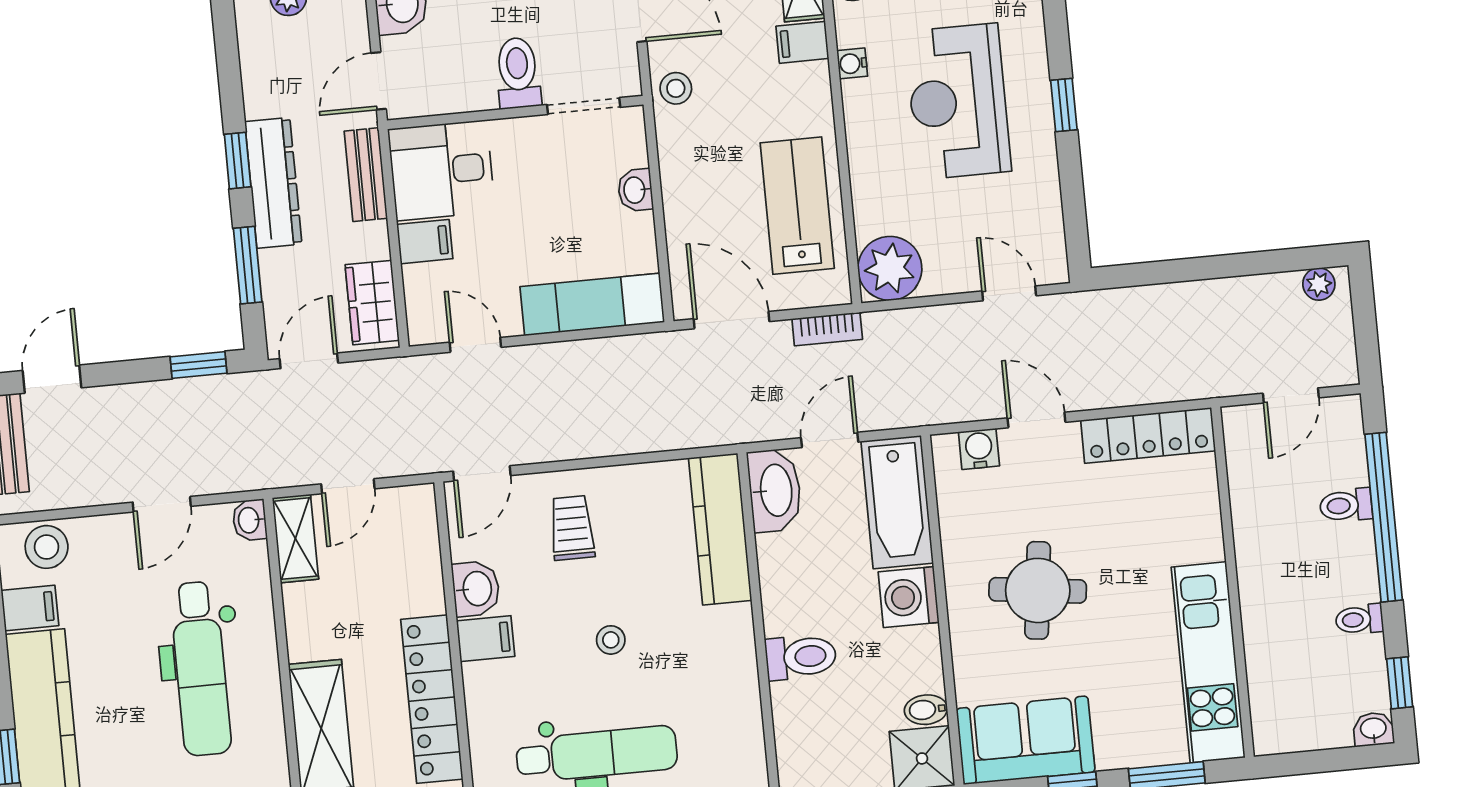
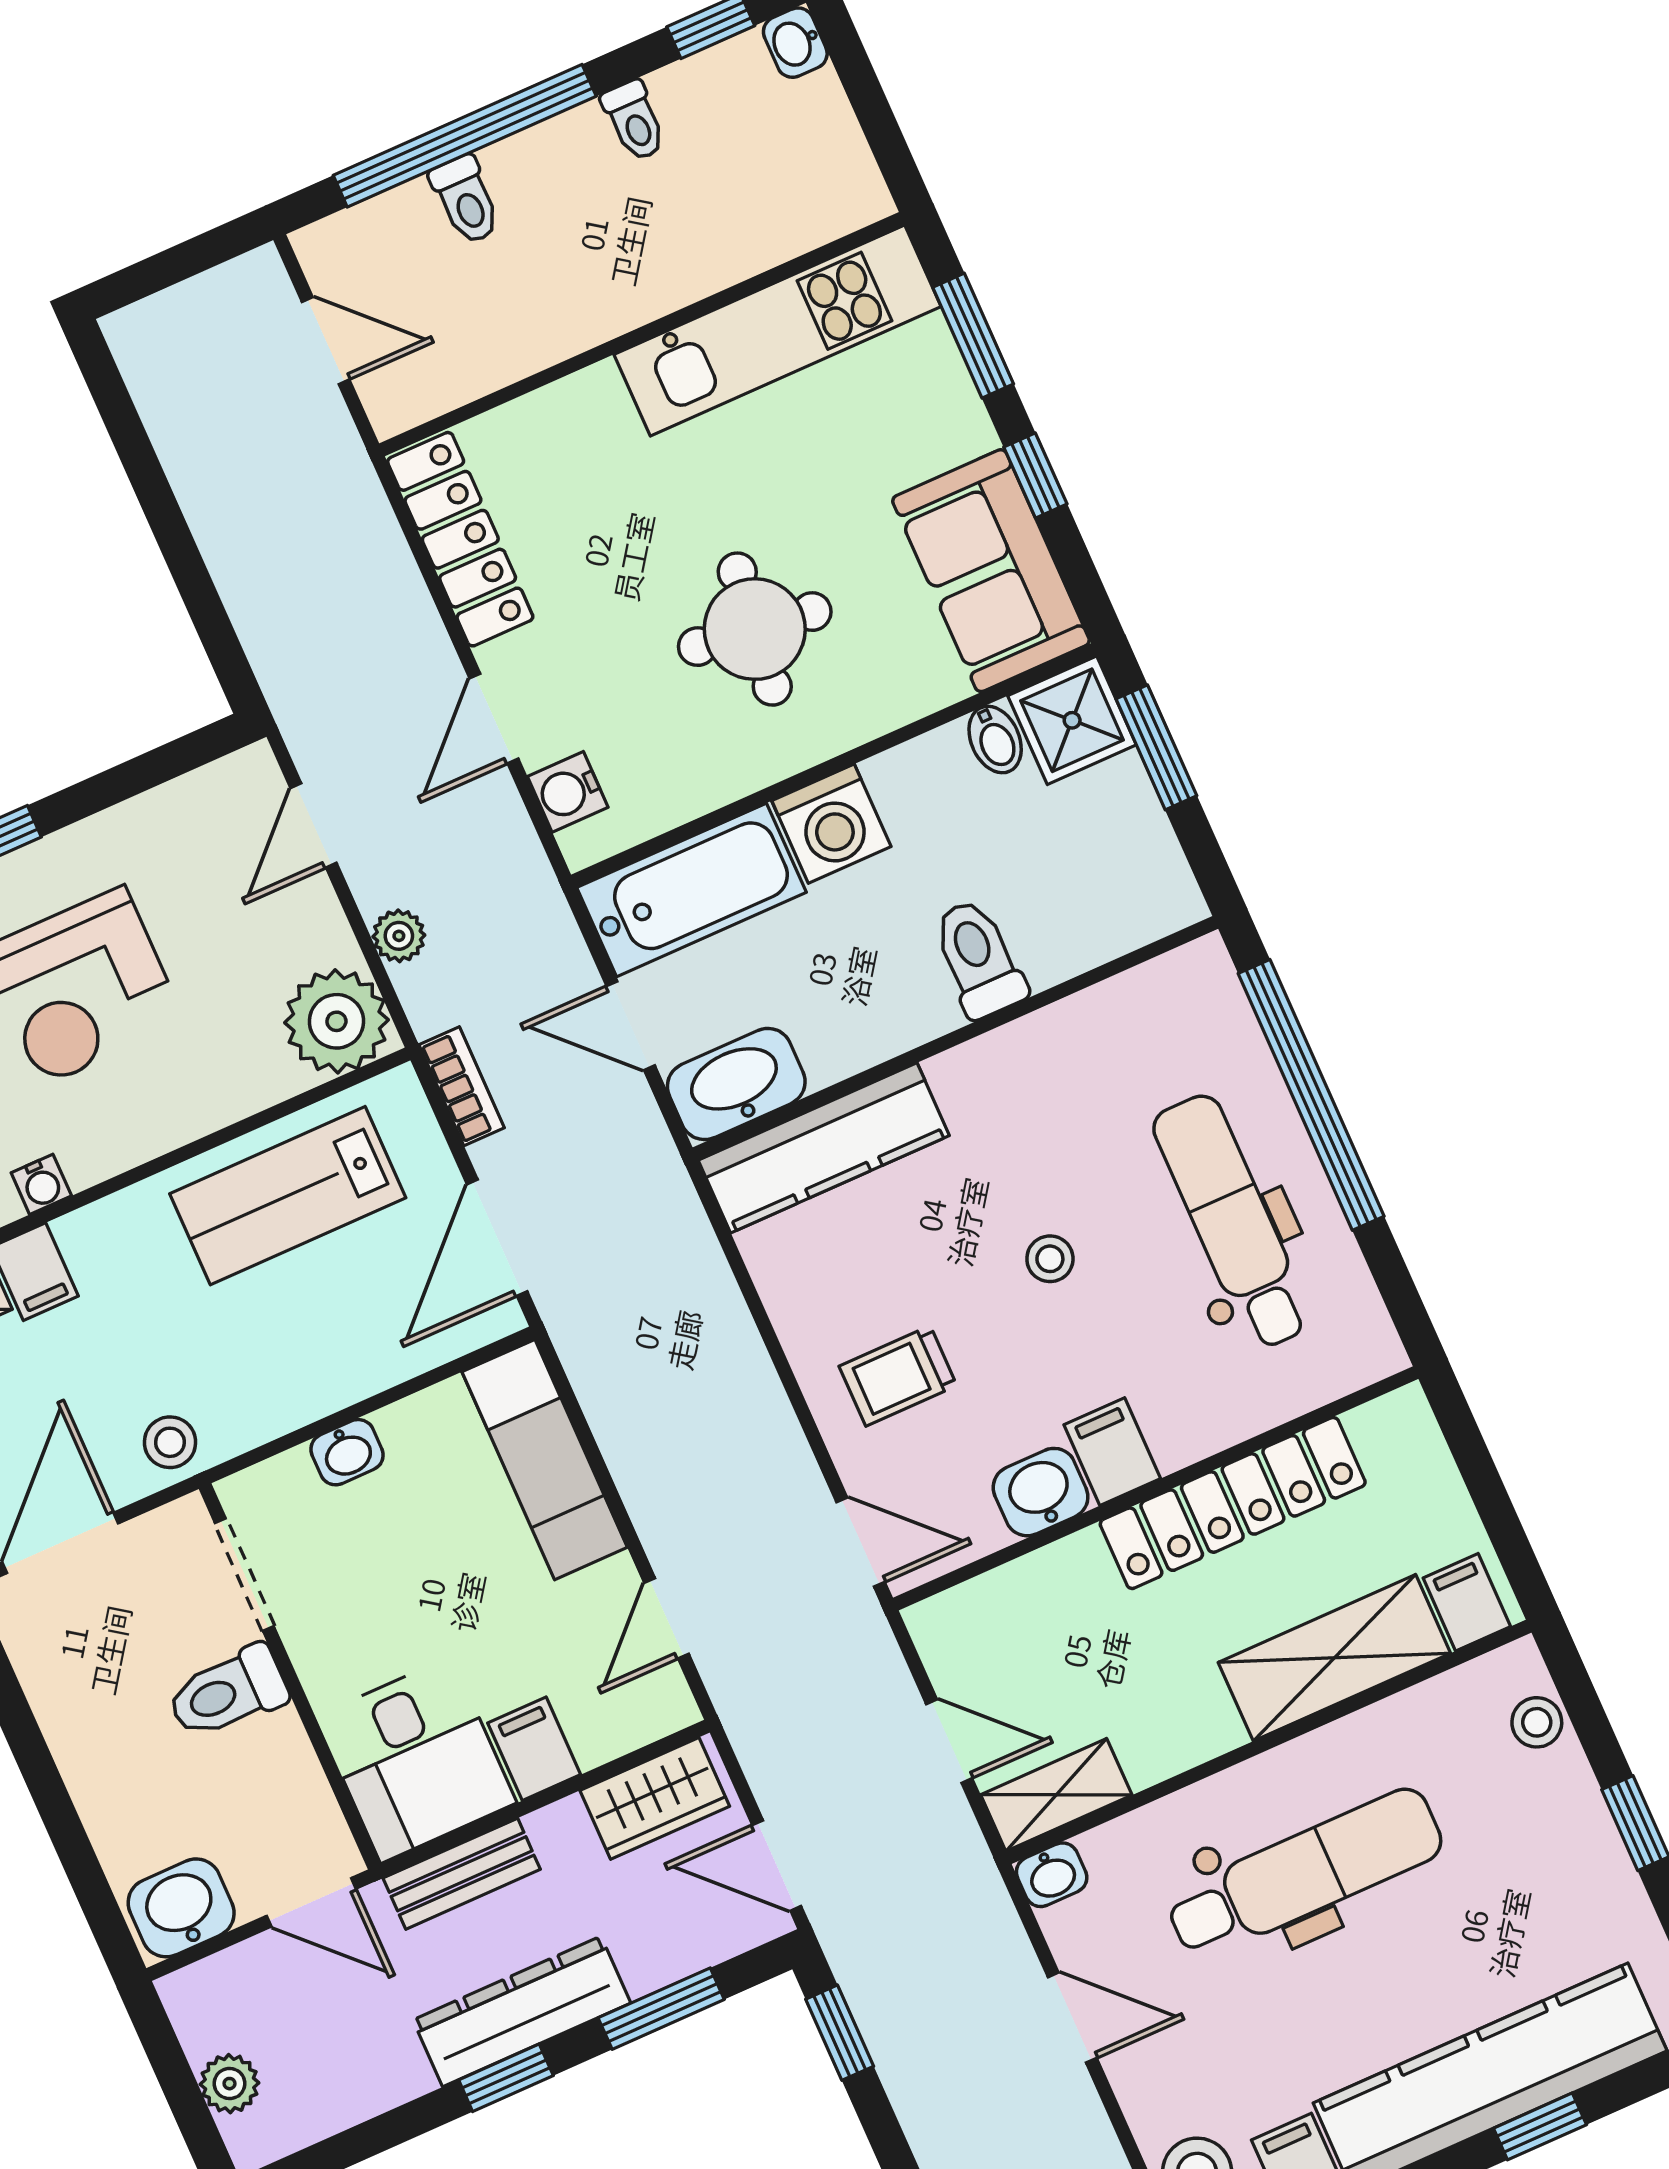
plant: (1319, 284) -> (399, 936), moved

